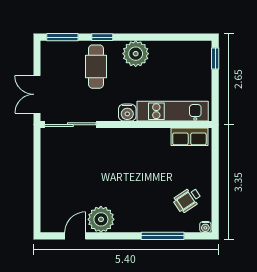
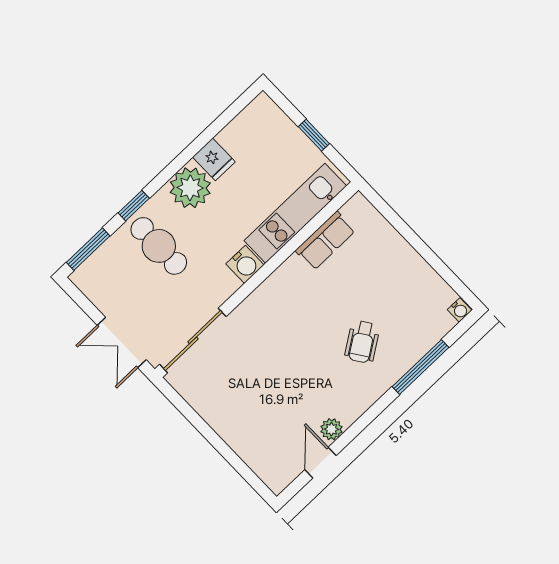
fridge: (159, 51) -> (214, 159), added
window: (215, 59) -> (314, 135), moved
row of seats: (189, 137) -> (325, 241), moved
wheelchair: (187, 200) -> (362, 342), moved
plant: (101, 219) -> (331, 429), width x0.53, depth x0.53

